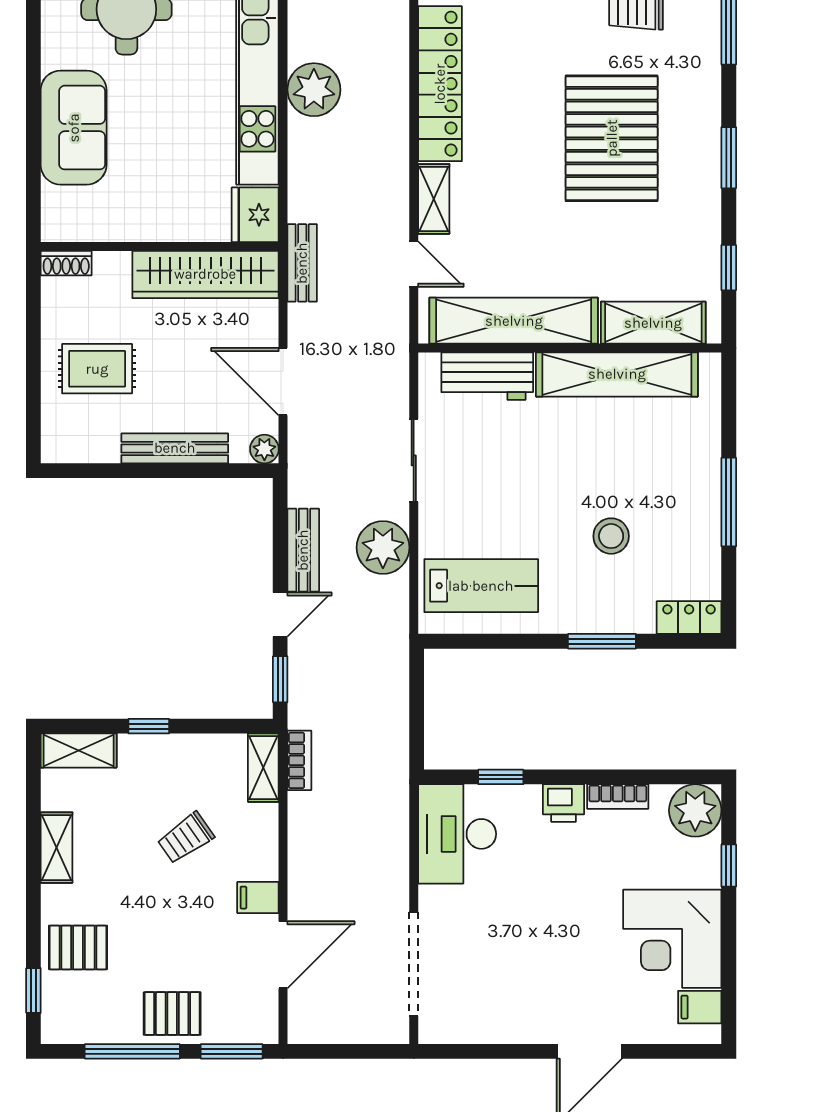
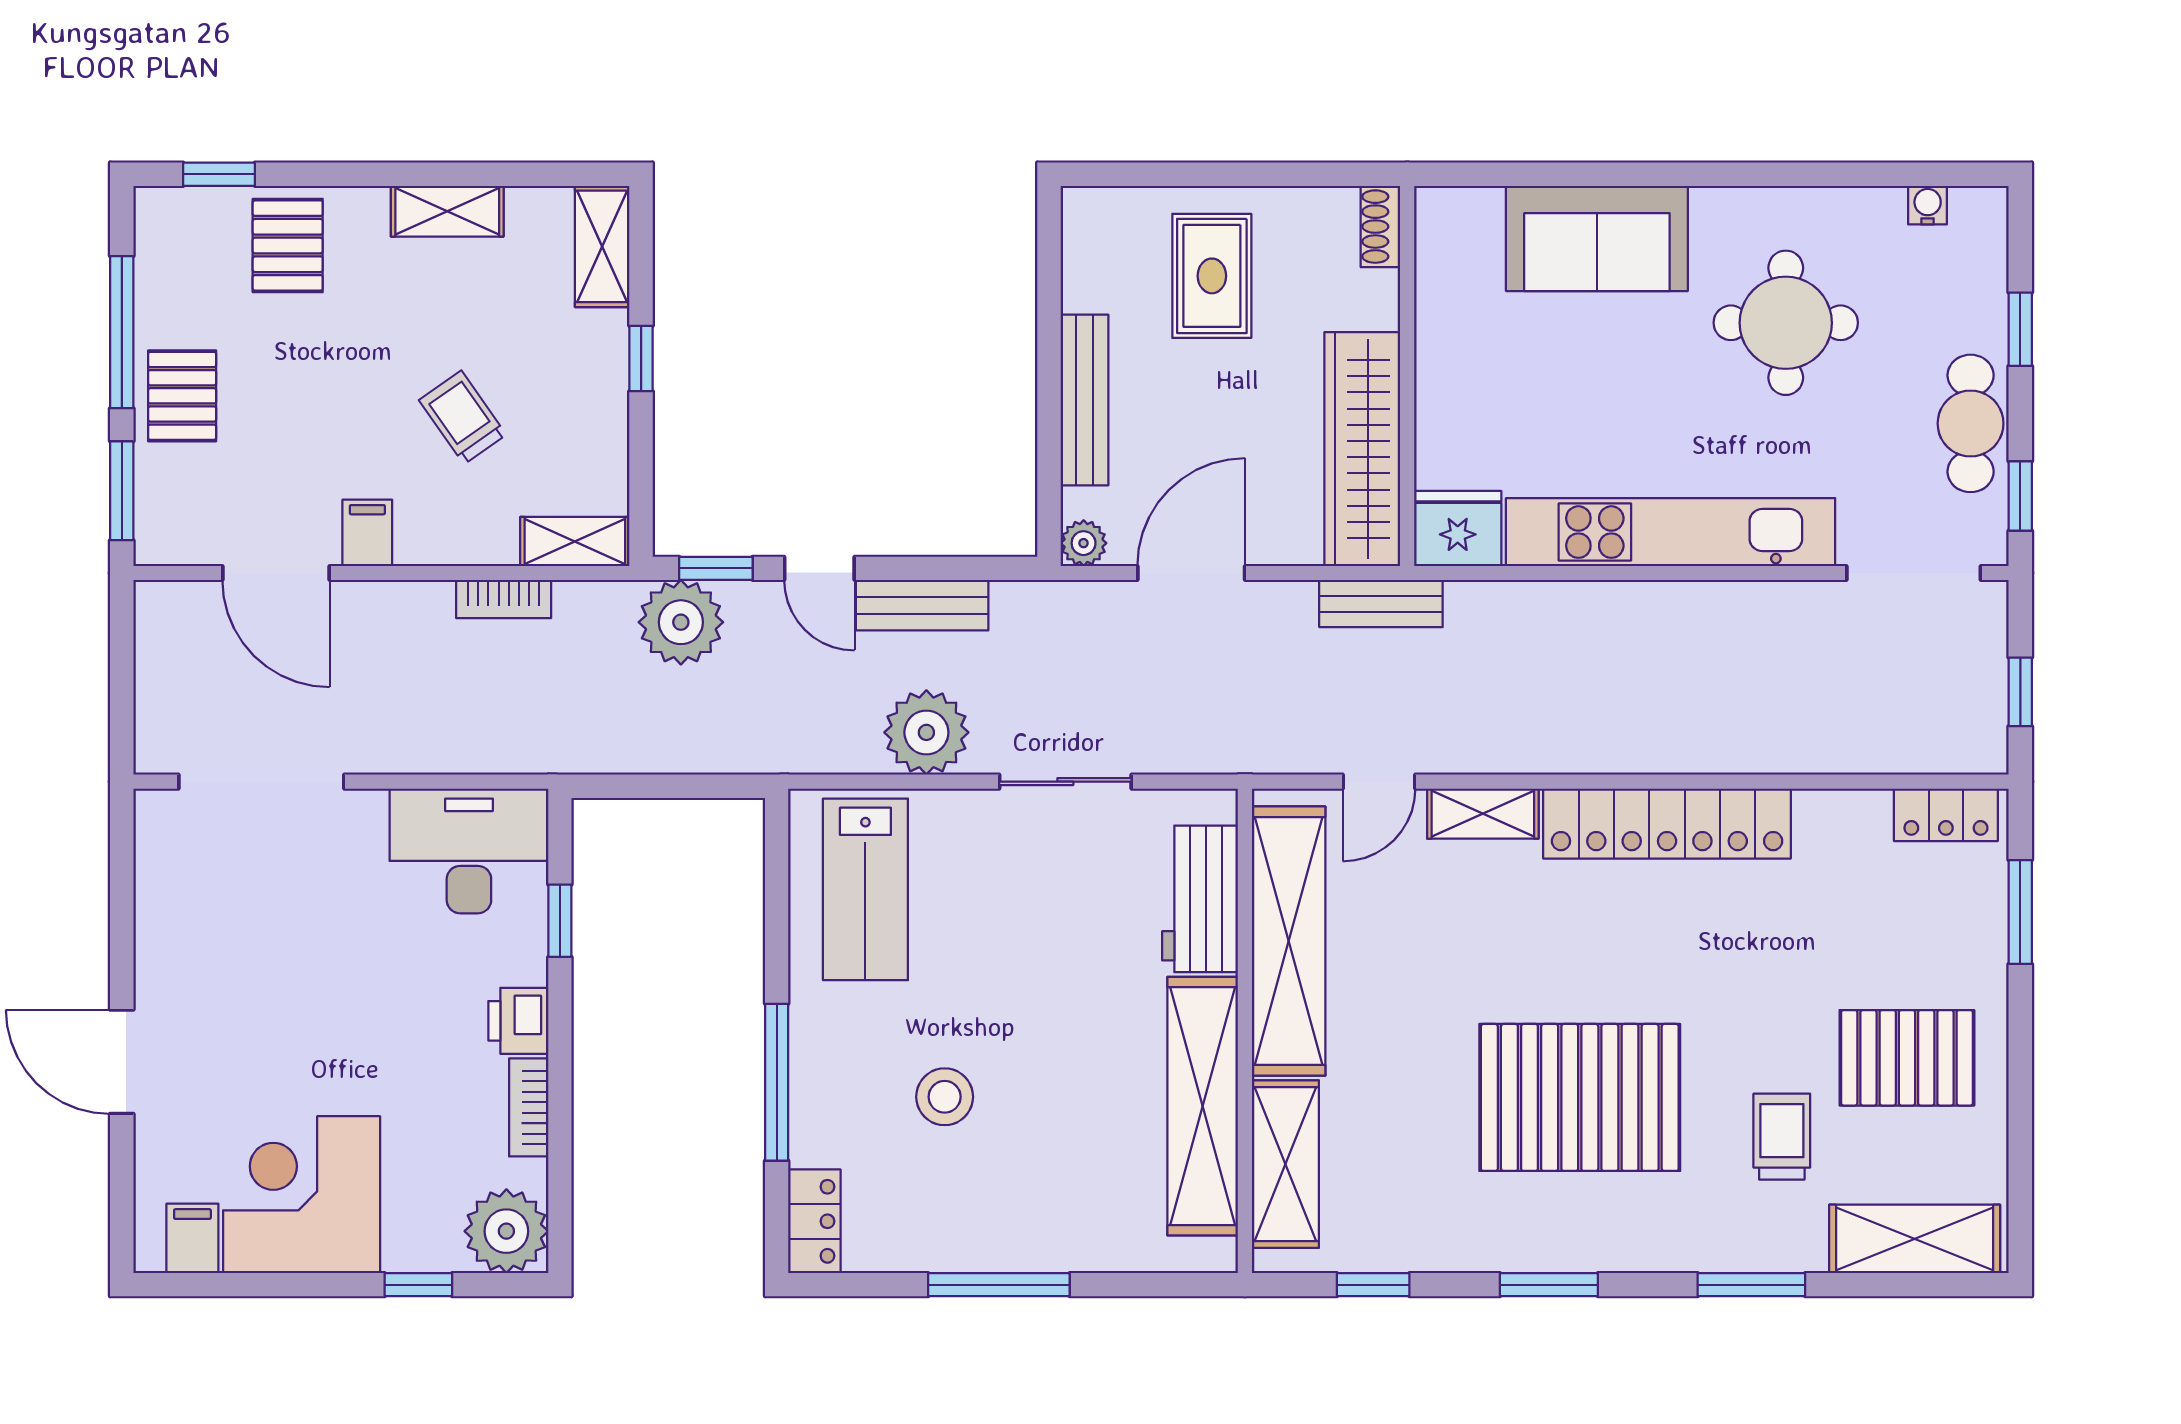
plant: (314, 90) -> (681, 622), moved
window: (602, 641) -> (777, 1082), width x1.44
bookcase: (299, 760) -> (504, 599), moved

